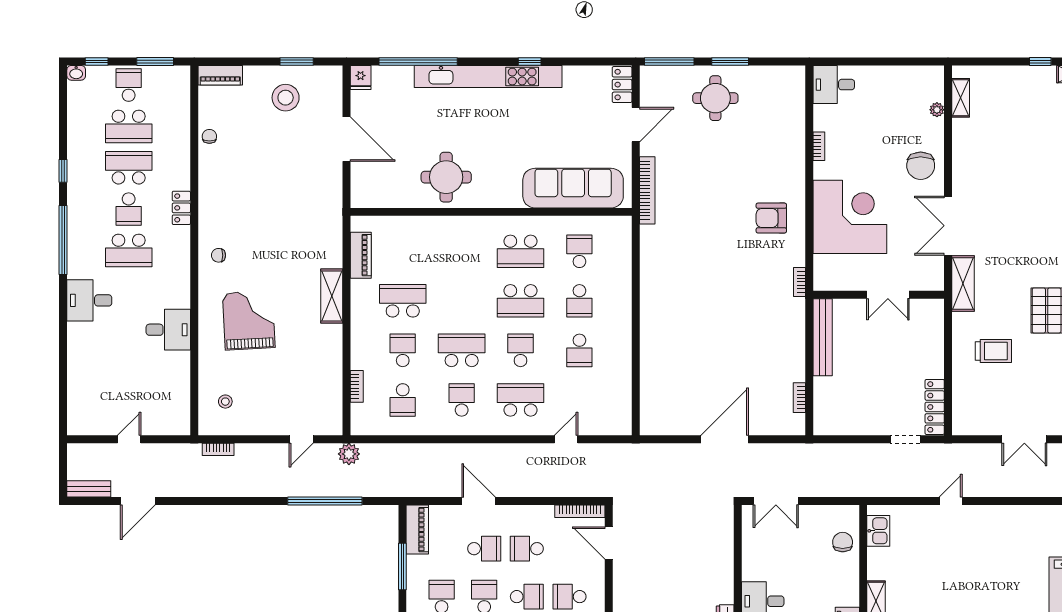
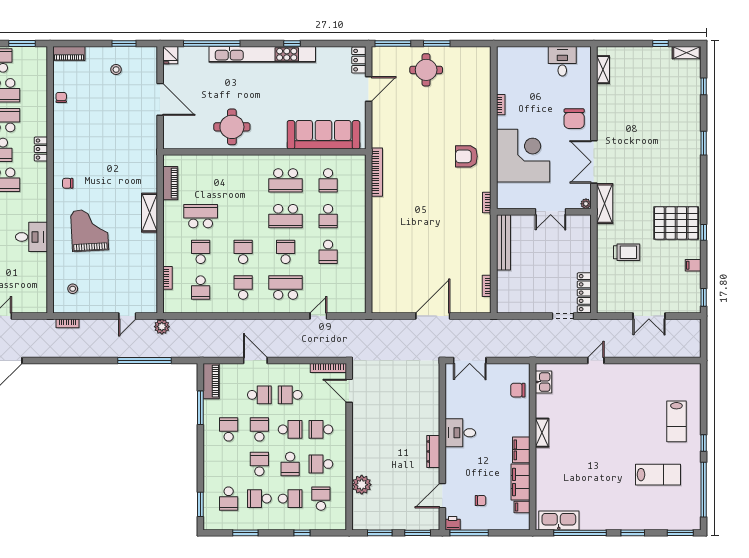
desk: (834, 85) -> (562, 61), moved, turned 90
stool: (286, 98) -> (116, 70), width x0.53, depth x0.53
plant: (937, 110) -> (586, 204), moved
bookcase: (647, 190) -> (377, 172), moved
school desk: (579, 251) -> (328, 180), turned 180
school desk: (462, 350) -> (243, 252), width x0.54
chair: (843, 542) -> (518, 390), turned -90

